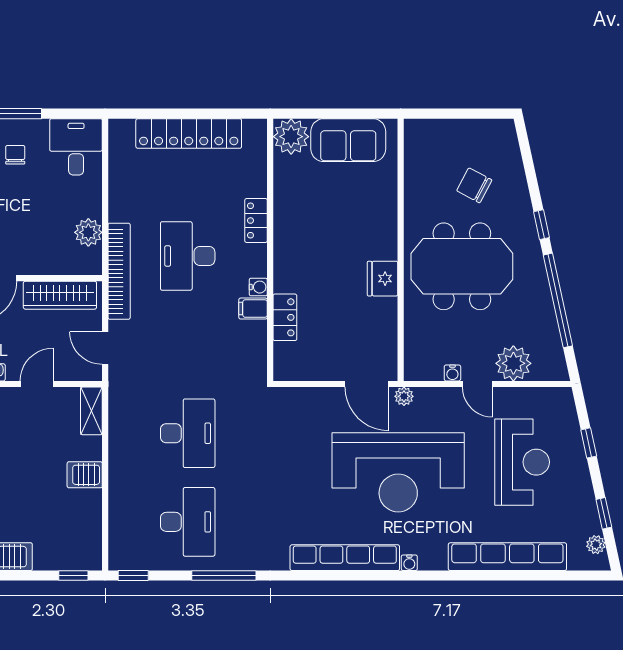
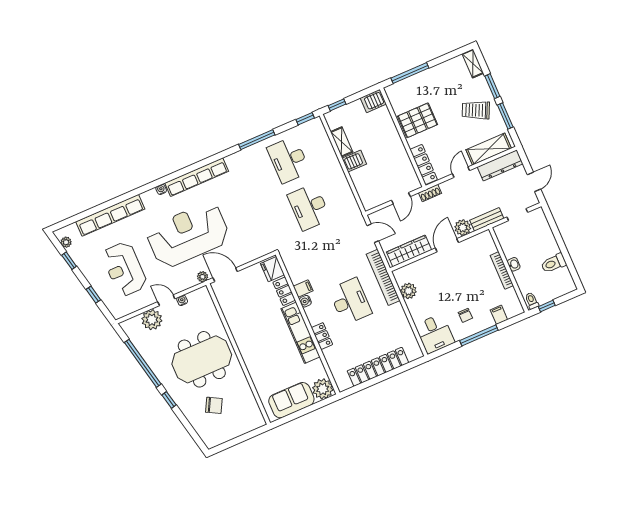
kitchen unit: (288, 240) -> (300, 333), added
fridge: (383, 279) -> (272, 269), moved, turned 180
shelving: (91, 411) -> (342, 142), moved

